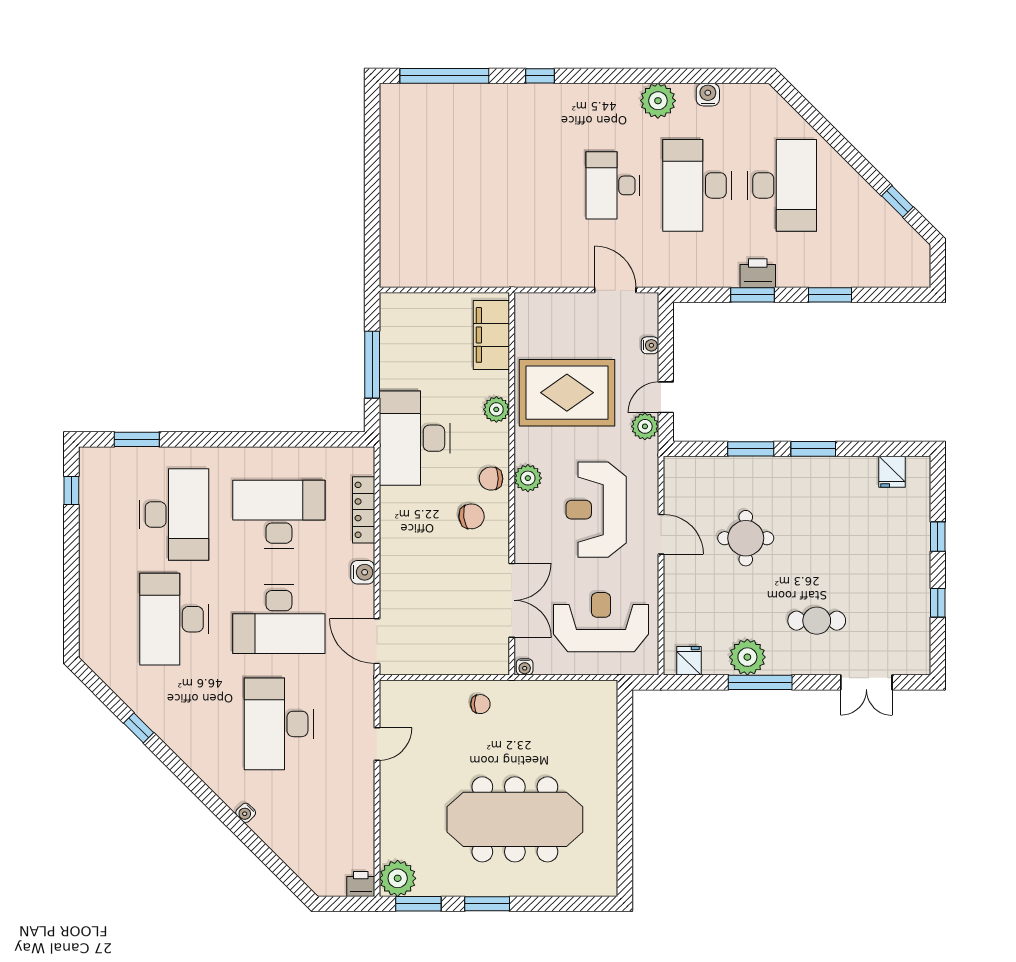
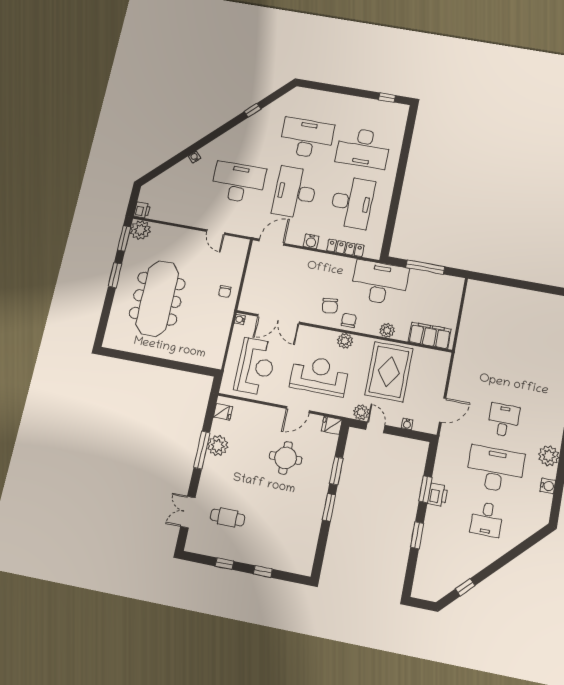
desk: (613, 185) -> (503, 420), width x0.73
desk: (782, 185) -> (487, 519), width x0.53, depth x0.77
window: (137, 439) -> (408, 136), removed
fridge: (892, 472) -> (332, 425), moved
cafe table: (817, 621) -> (228, 517), moved, turned 90

